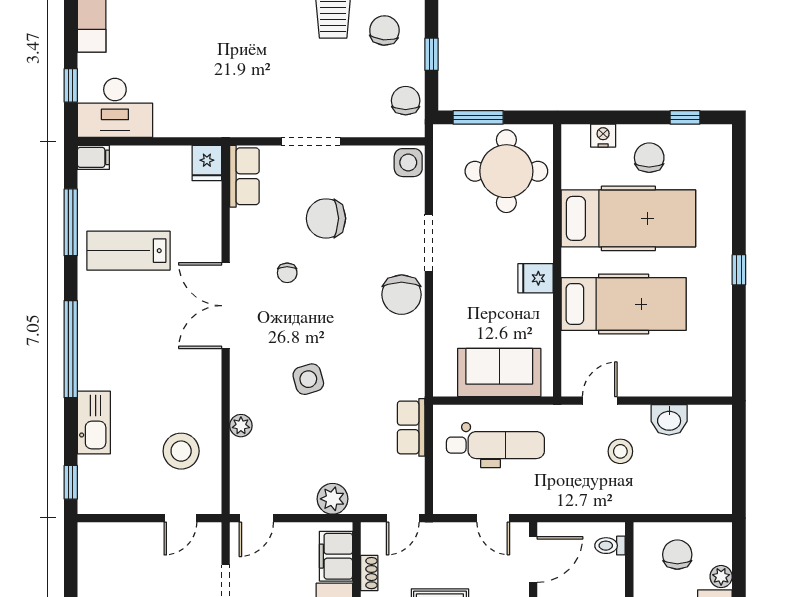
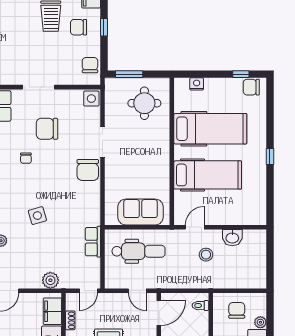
chair: (384, 31) -> (79, 27), turned -95
window: (431, 54) -> (104, 27), moved
chair: (649, 158) -> (251, 87), moved, turned -90
round table: (506, 171) -> (144, 103), width x0.73, depth x0.73
fridge: (536, 278) -> (160, 161), removed

